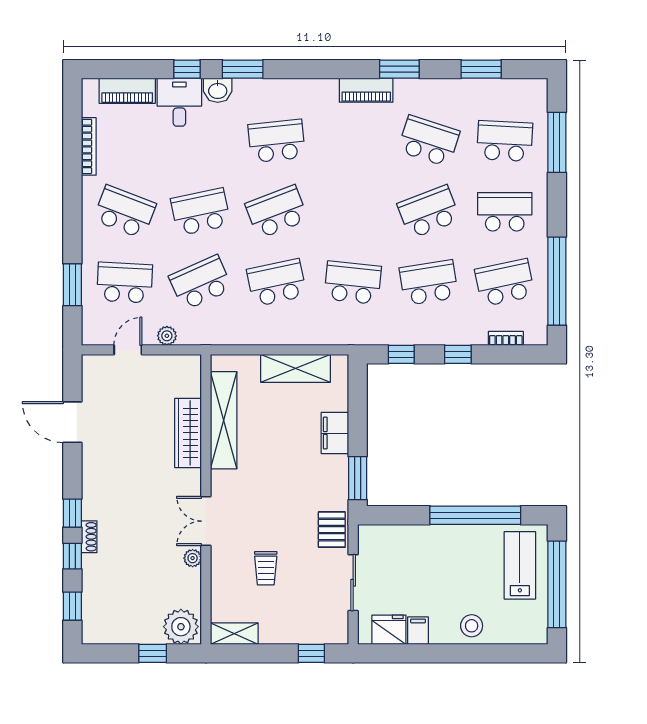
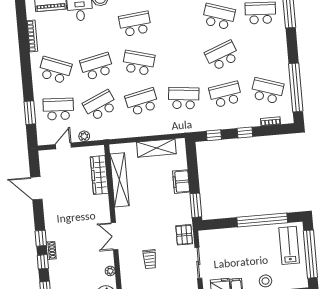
school desk: (277, 212) -> (139, 63), turned 36
school desk: (505, 212) -> (264, 52), removed
school desk: (505, 283) -> (267, 91), turned 30
wardrobe: (188, 433) -> (99, 175), moved
plant: (193, 558) -> (110, 271), moved

